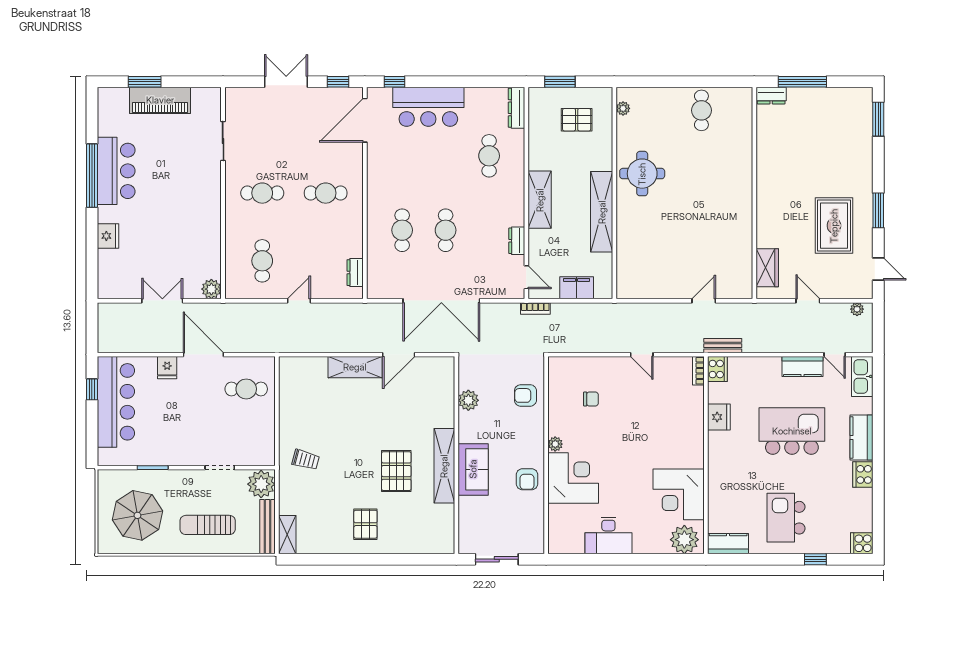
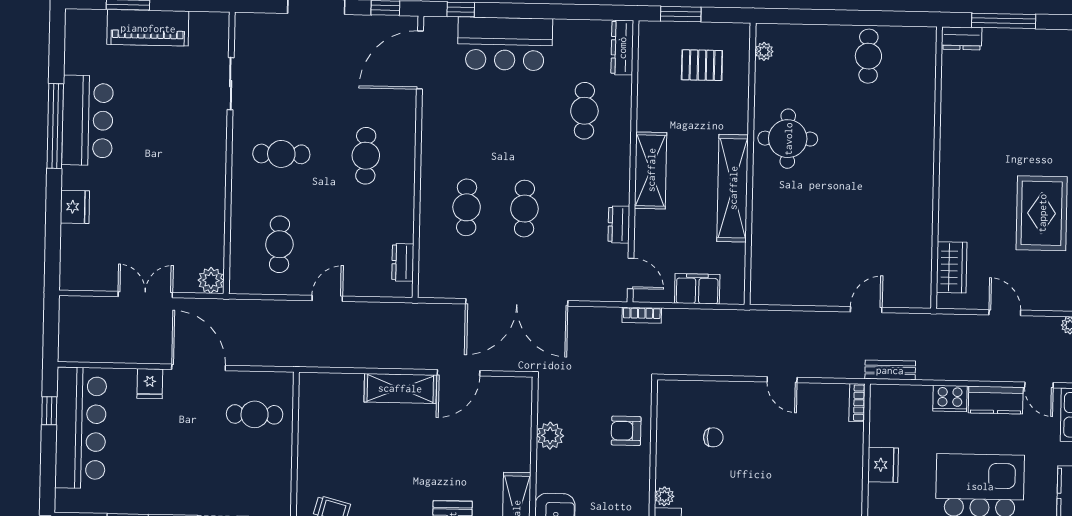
cafe table: (326, 193) -> (366, 156), turned 90
cooker: (717, 369) -> (950, 399), moved, turned 90

